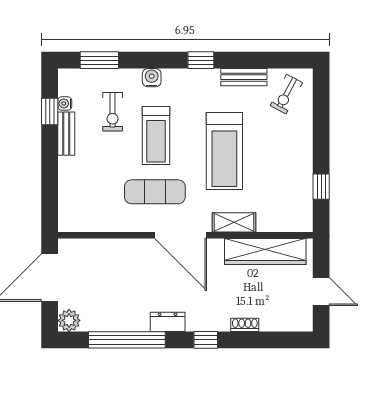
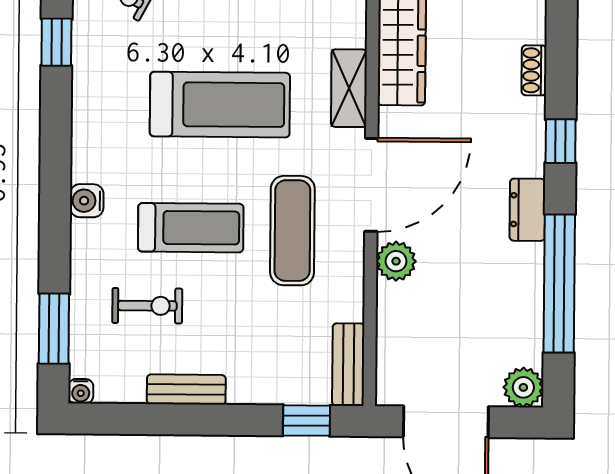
window: (201, 60) -> (56, 42), moved
bench: (244, 77) -> (348, 365), moved
water cooler: (152, 78) -> (87, 201), moved
water cooler: (65, 103) -> (81, 391), moved
window: (50, 111) -> (307, 421), moved
plant: (138, 249) -> (396, 261), added

